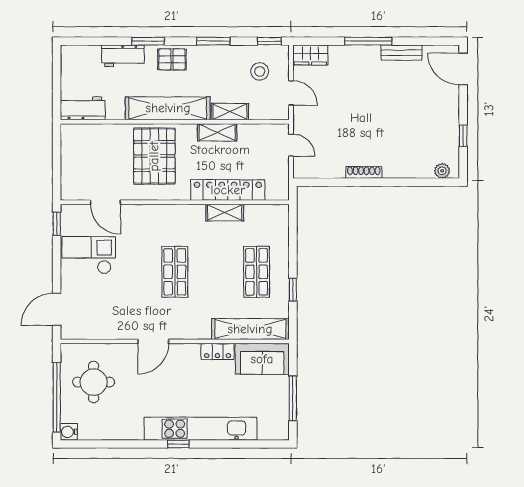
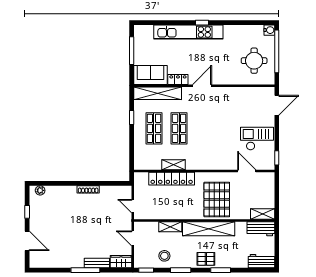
bench: (401, 53) -> (97, 263), moved
workbench: (123, 56) -> (261, 261), moved
door: (463, 69) -> (27, 241), moved
stool: (260, 71) -> (164, 256), moved
shelving: (217, 132) -> (263, 214), moved
checkout: (89, 255) -> (257, 139), turned 180
shop shelf: (175, 272) -> (179, 128), moved
door: (153, 341) -> (202, 86), moved

